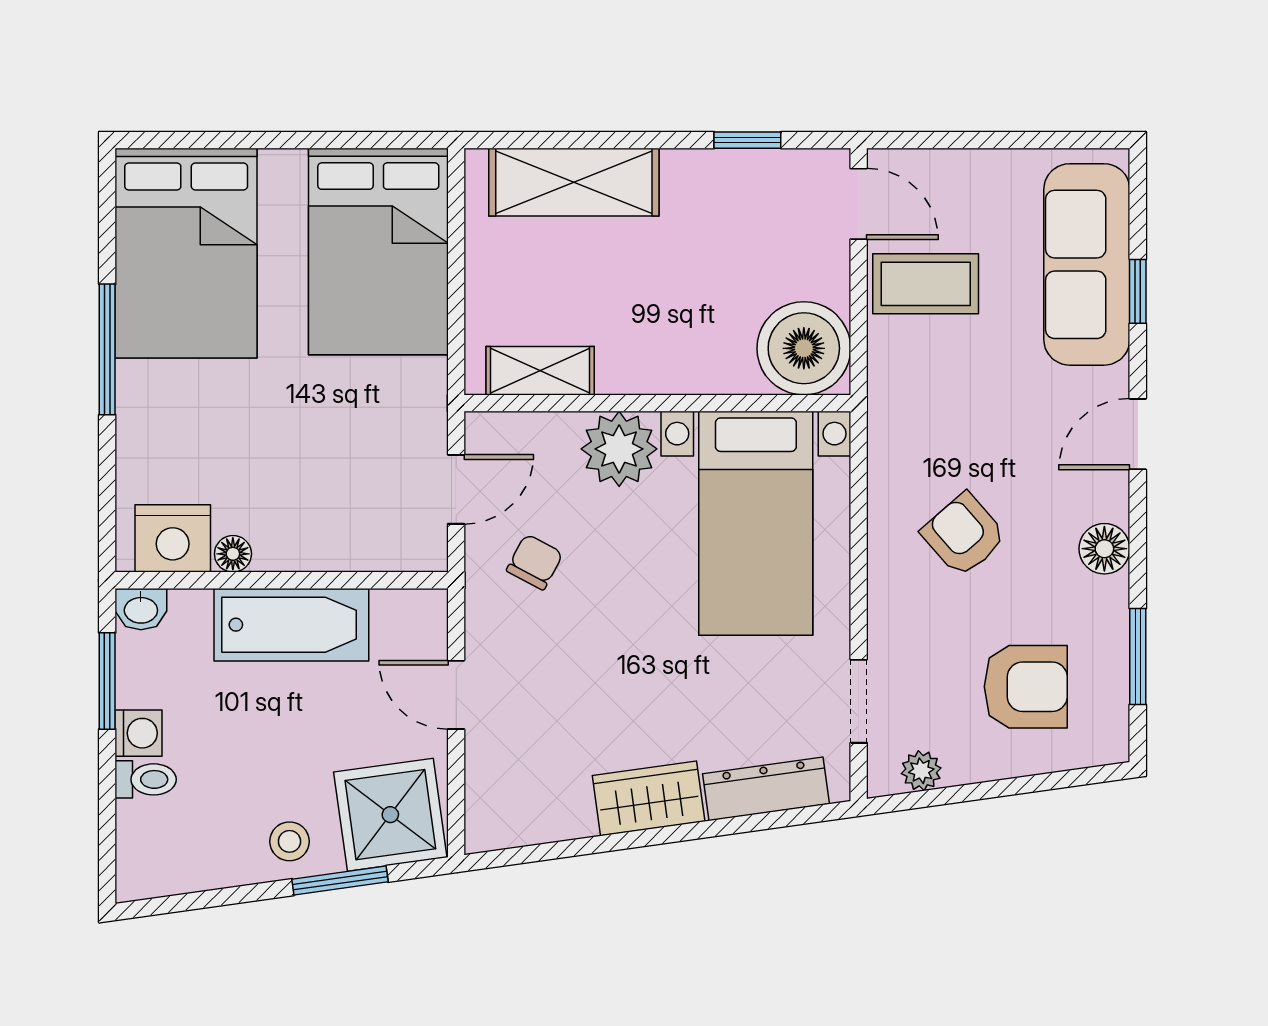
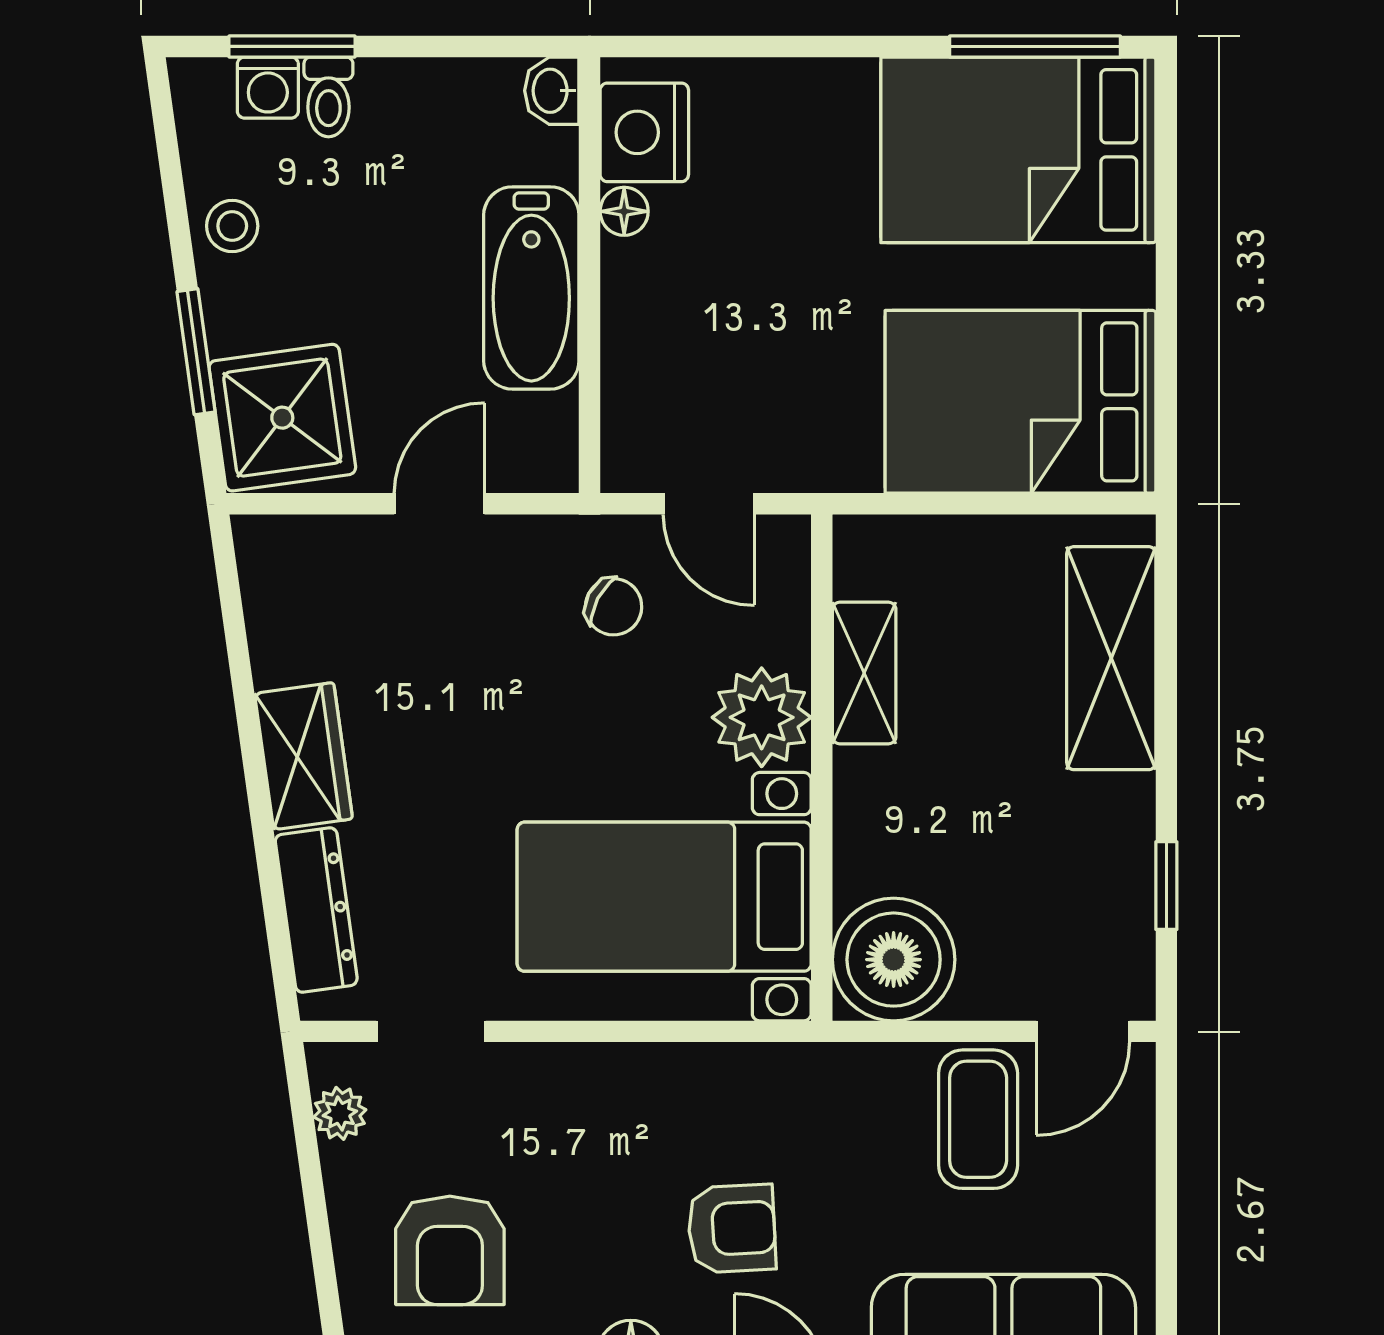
window: (107, 349) -> (1035, 46), moved
shelving: (540, 371) -> (864, 673), moved
armchair: (964, 535) -> (732, 1229), moved, turned 38
window: (107, 681) -> (292, 46), moved
washing machine: (139, 733) -> (268, 88), moved
stool: (289, 841) -> (232, 226), moved

